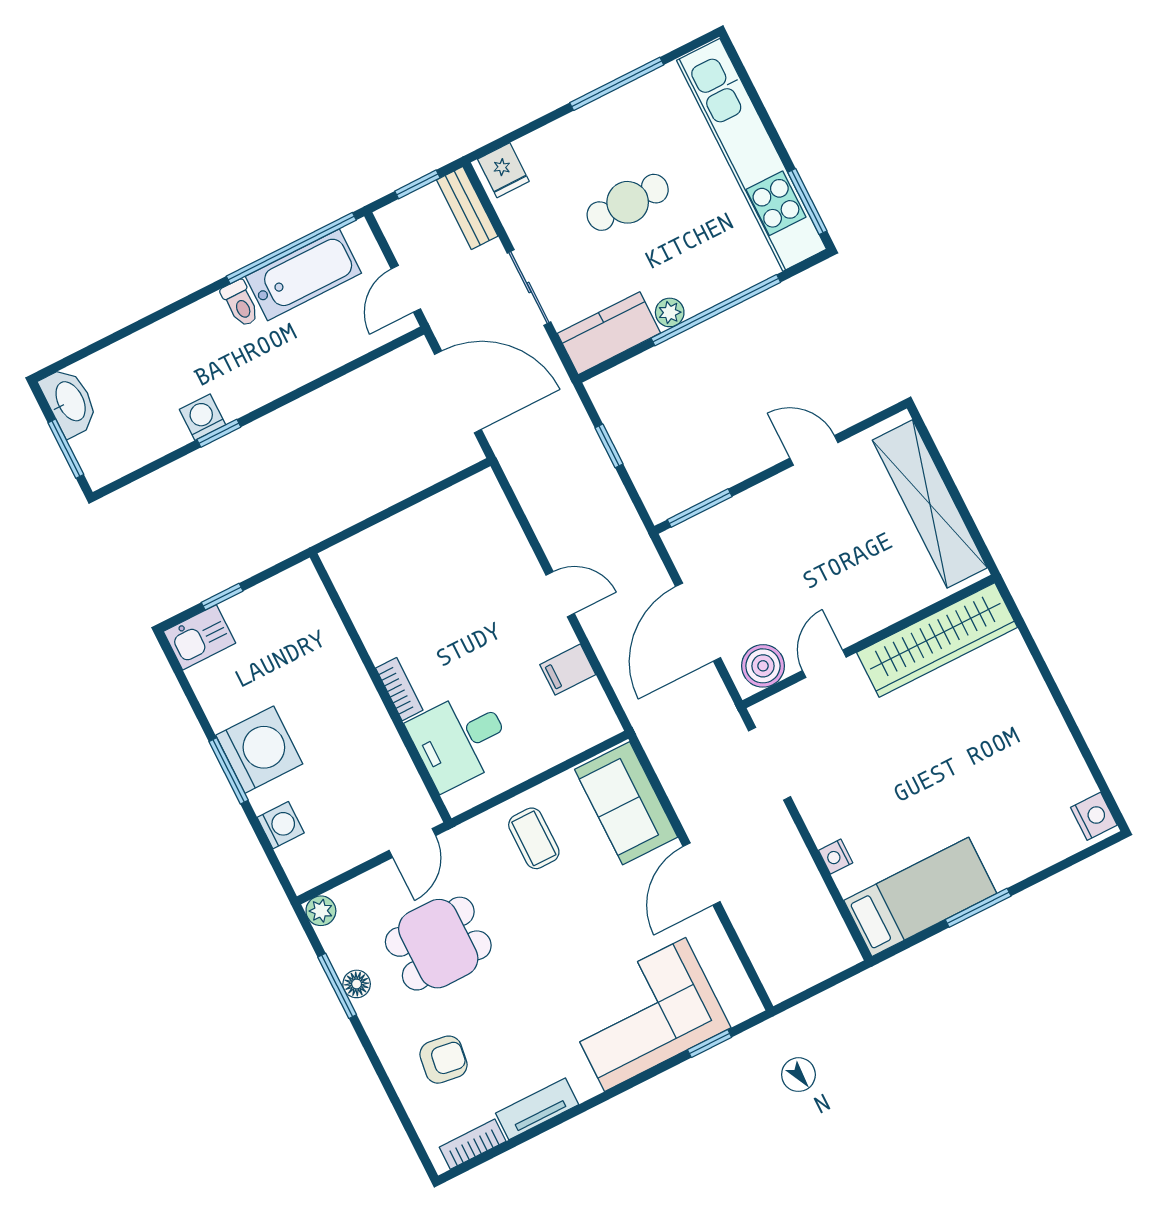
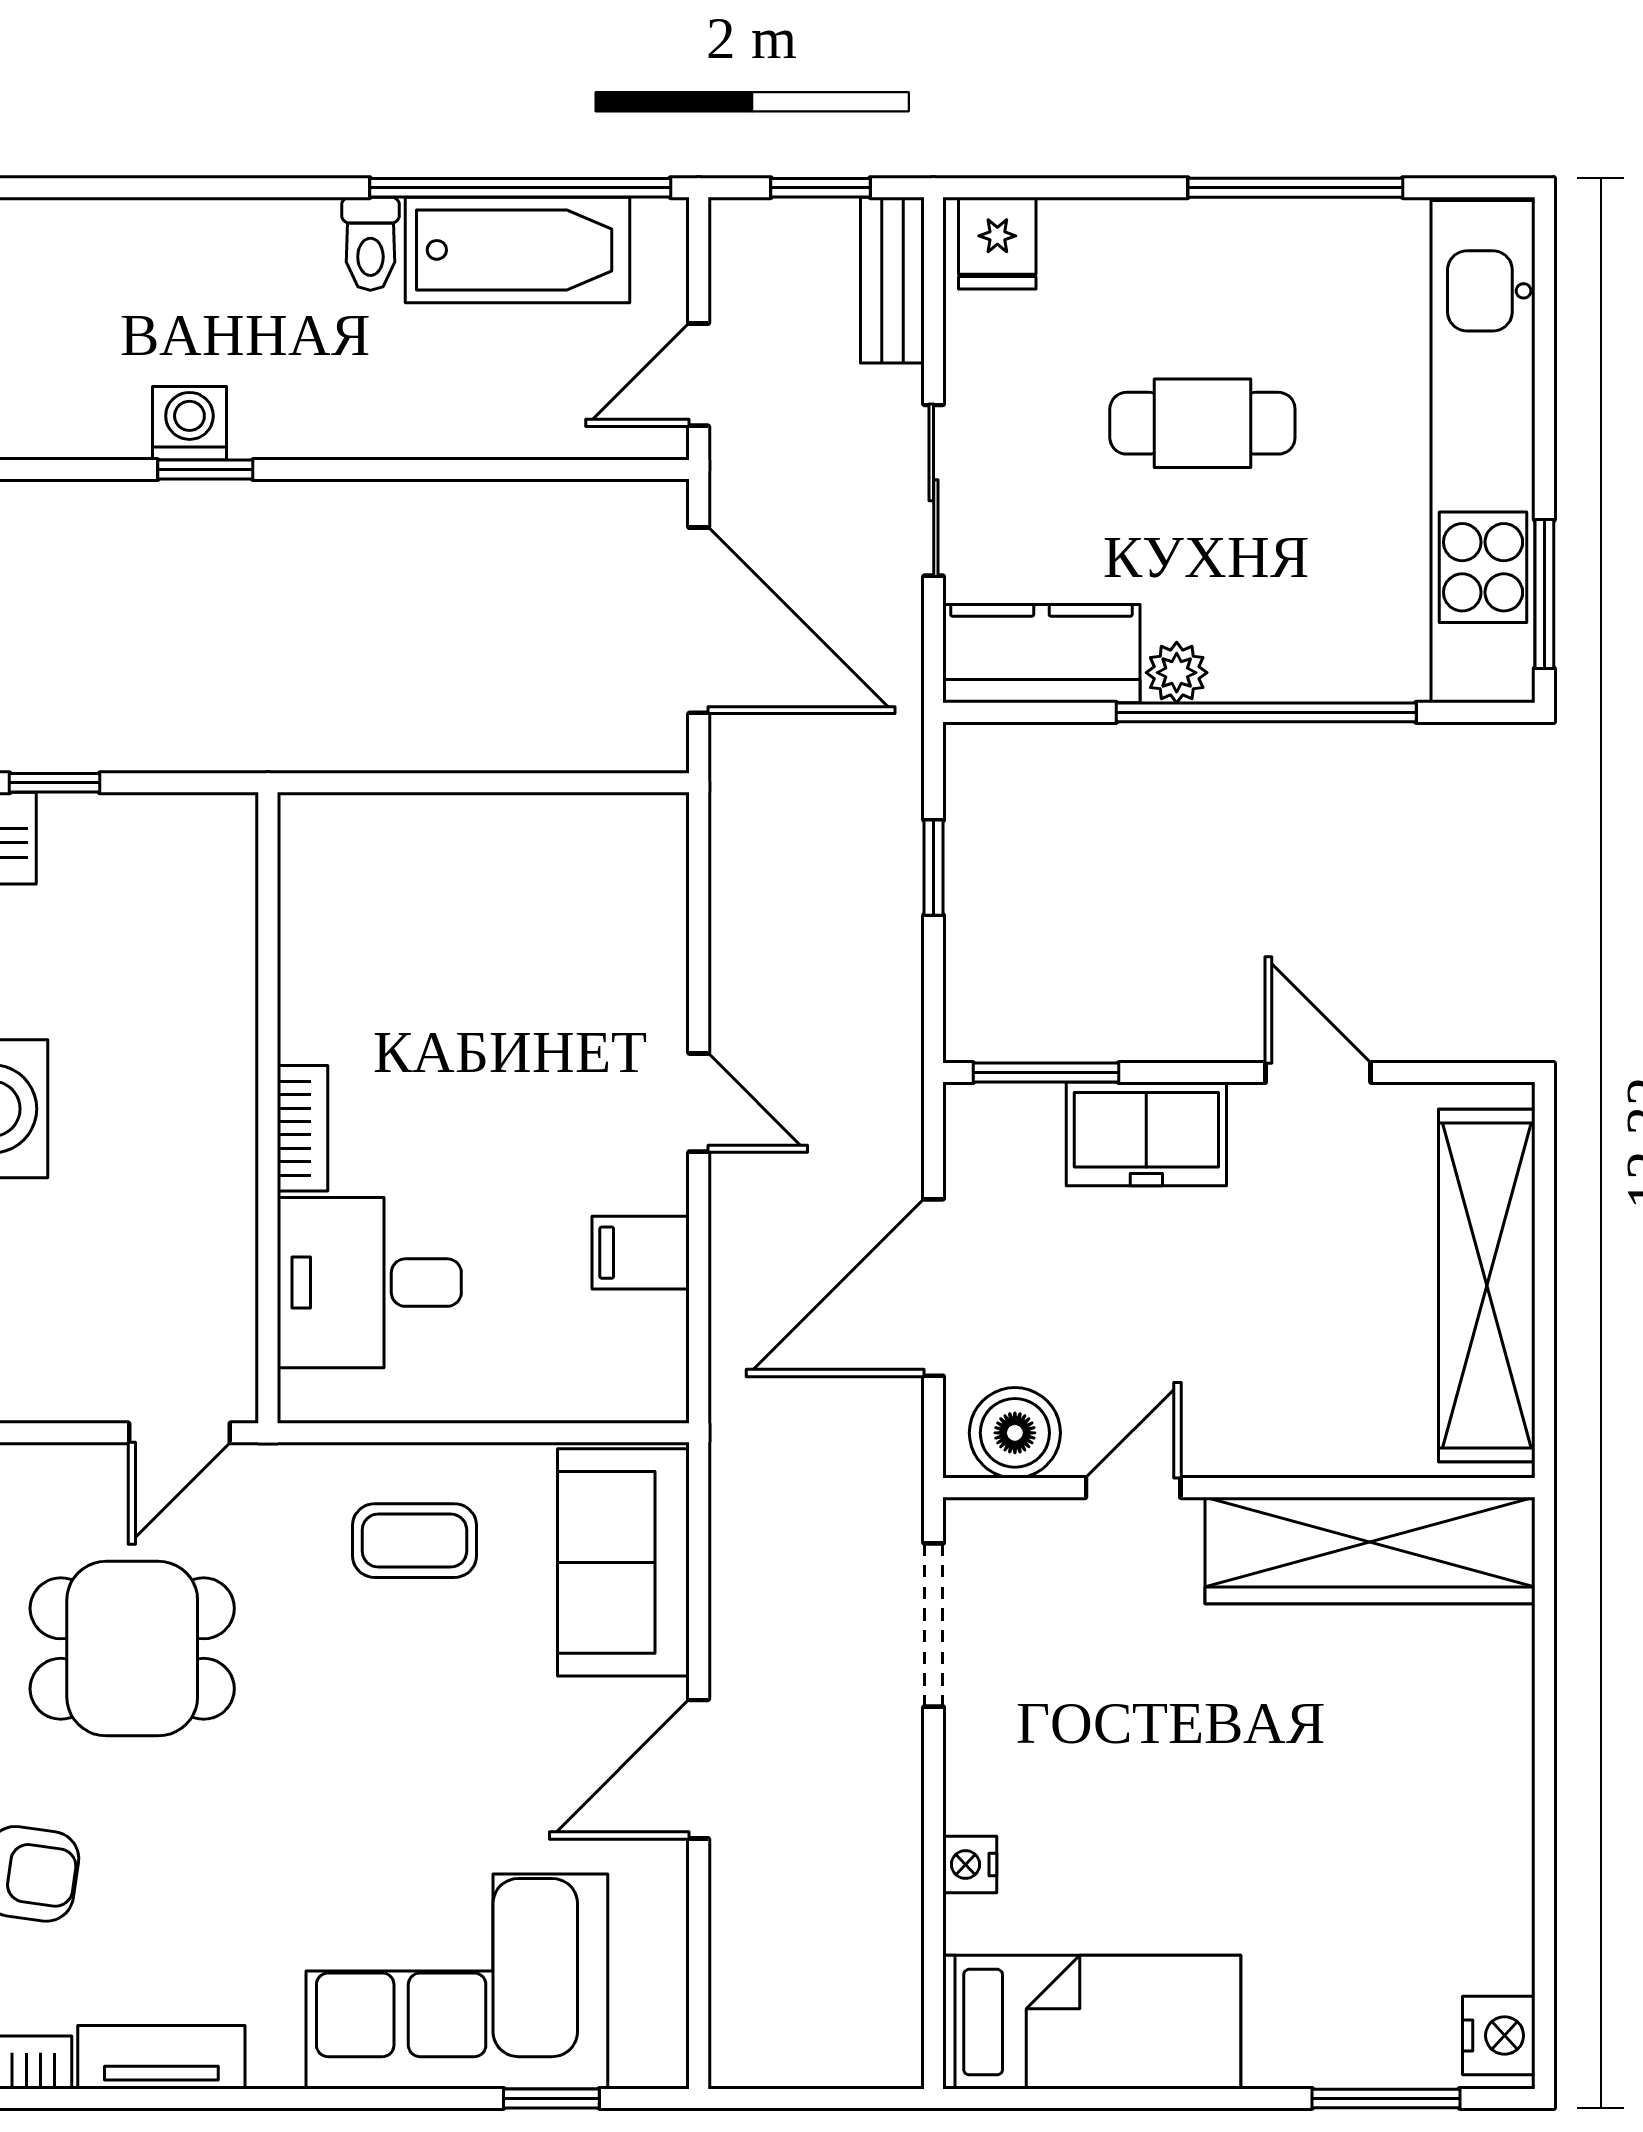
freezer: (755, 513) -> (1146, 1134), added
coffee table: (534, 838) -> (414, 1541), turned 90
window: (978, 908) -> (1386, 2098), moved

